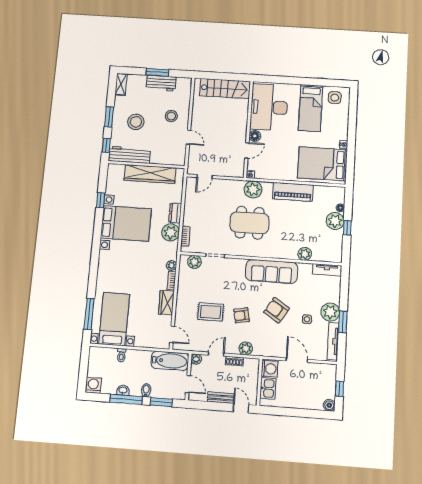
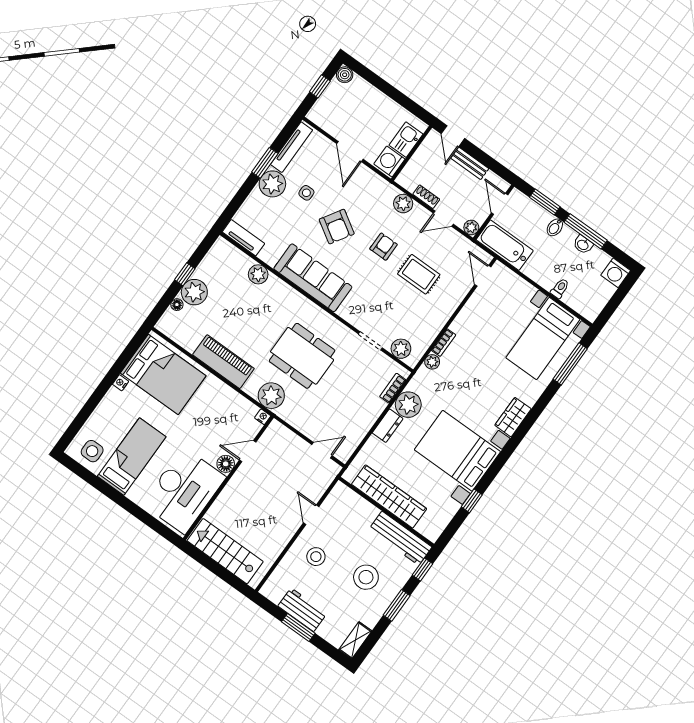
wardrobe: (166, 303) -> (513, 417), moved, turned 180
armchair: (242, 315) -> (383, 247), turned -78

